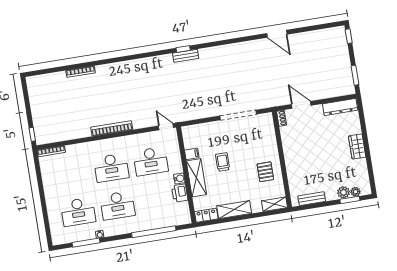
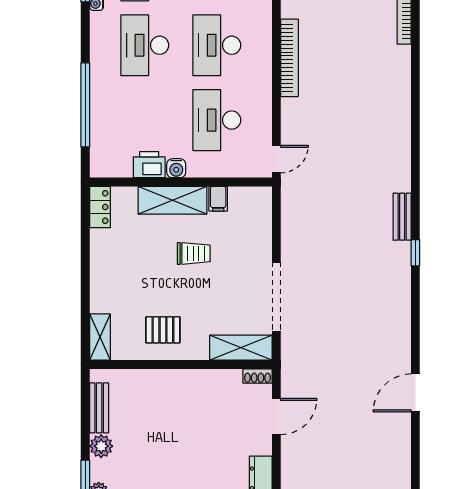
window: (183, 49) -> (415, 253), moved
plant: (344, 192) -> (101, 446), moved
shelving: (234, 210) -> (241, 348), moved, turned 90

